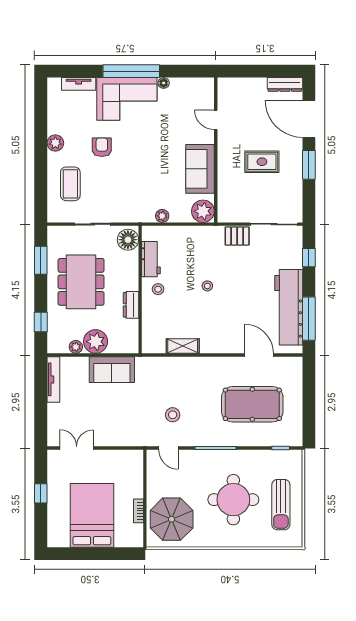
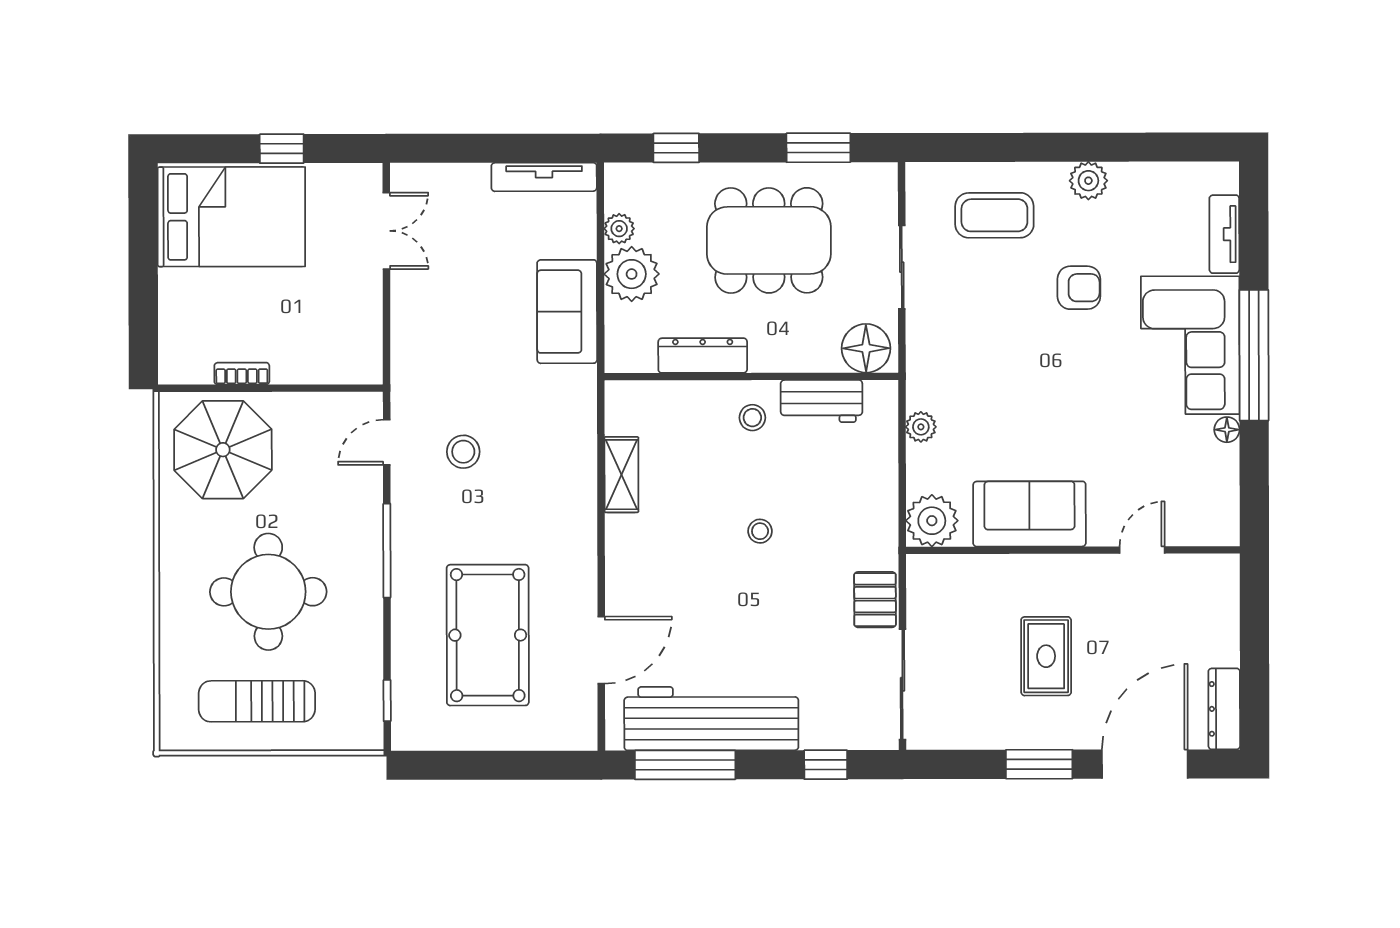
dresser: (131, 305) -> (703, 356), width x1.44
bed: (92, 515) -> (231, 217), moved

